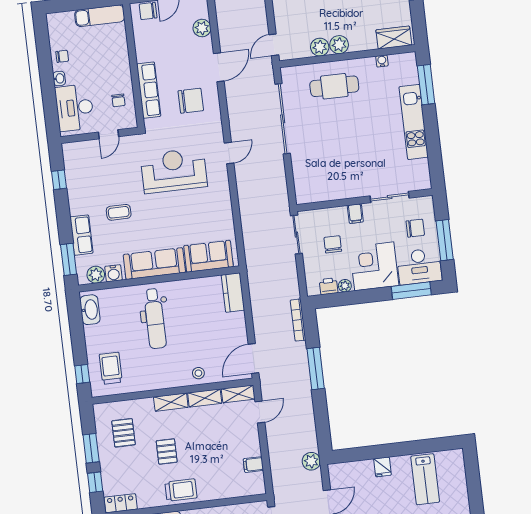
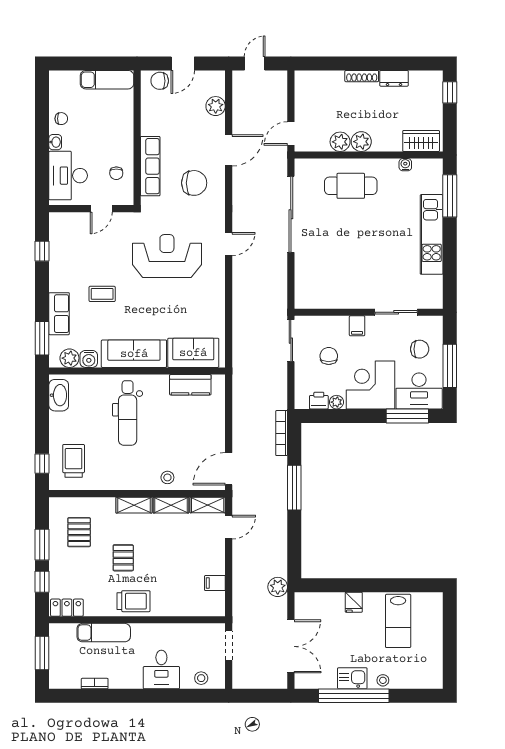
kitchen counter: (233, 293) -> (190, 385), moved, turned -90

